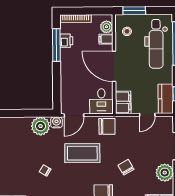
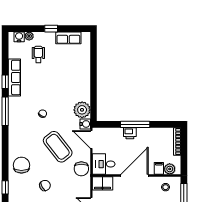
printer: (66, 41) -> (130, 133), moved
window: (56, 45) -> (135, 124), moved
coffee table: (82, 153) -> (58, 147), turned -38

